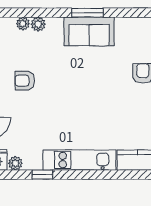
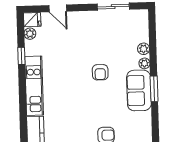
plant: (23, 24) -> (144, 63), moved
armchair: (25, 81) -> (100, 72), moved, turned 180

